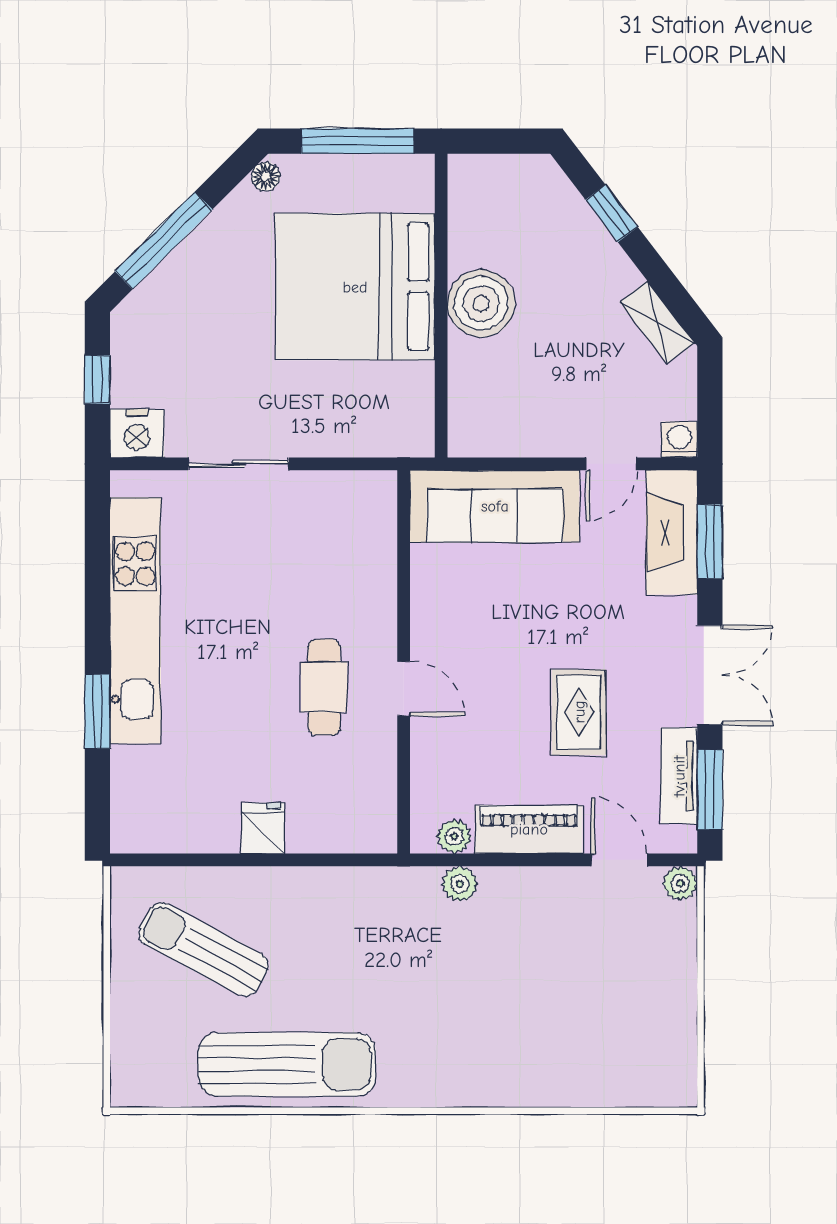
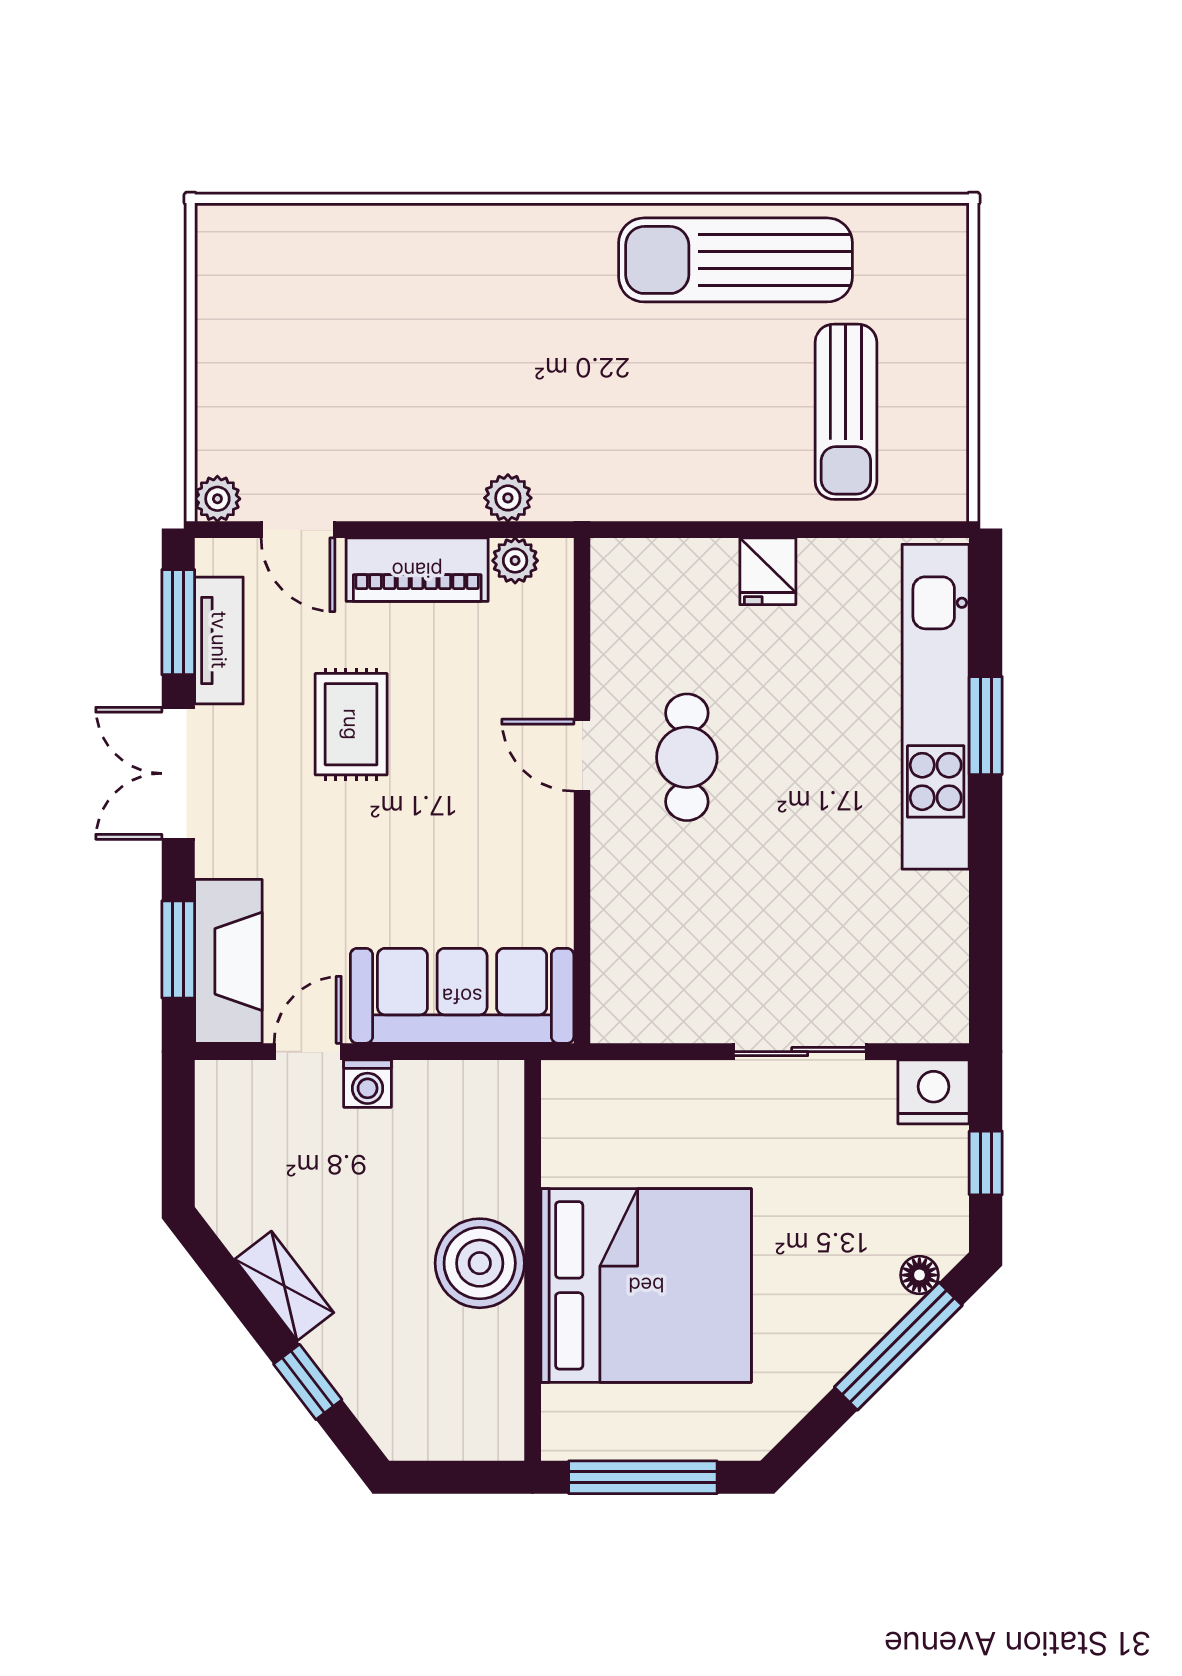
floor lamp: (266, 176) -> (919, 1275), moved
shelving: (657, 322) -> (284, 1286), moved
washing machine: (679, 440) -> (368, 1084), moved
kitchen unit: (135, 620) -> (936, 707), moved
sun lounger: (203, 949) -> (846, 412), turned 62

